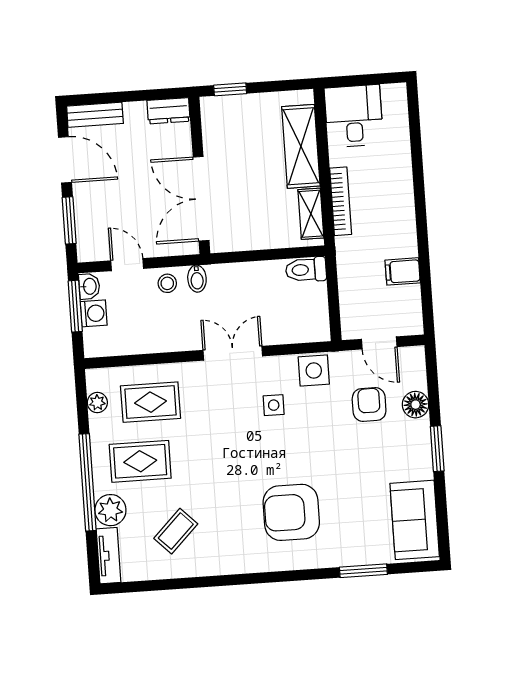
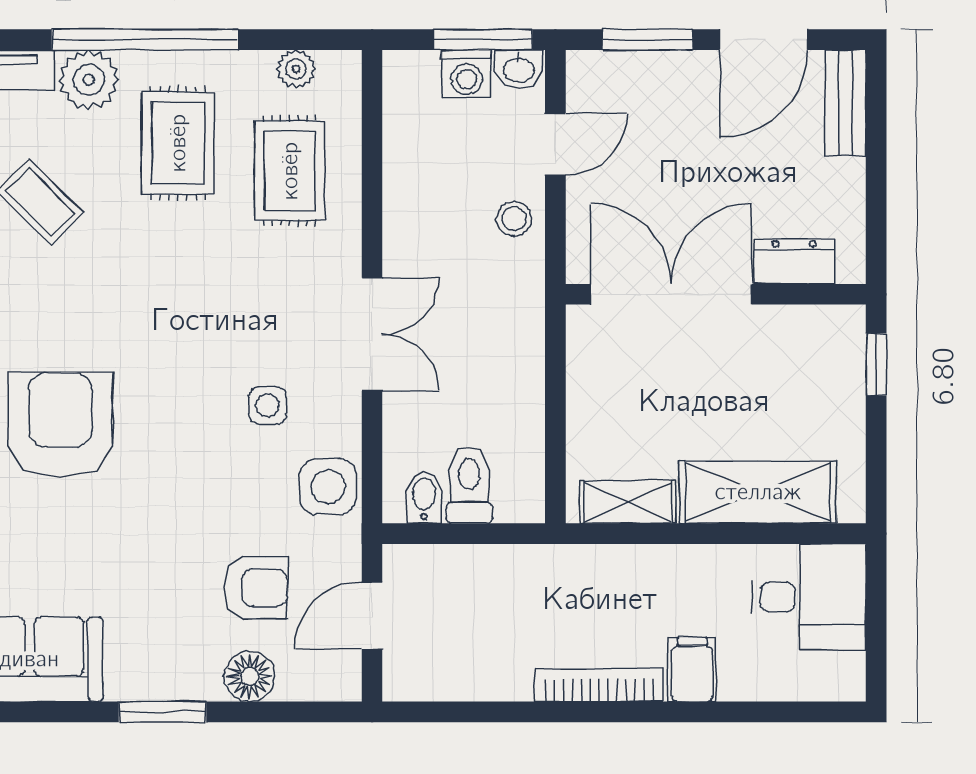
dresser: (169, 111) -> (794, 262), moved, turned 90
bookcase: (341, 201) -> (599, 685), moved, turned 180
toilet: (306, 270) -> (469, 485), moved
filing cabinet: (403, 271) -> (692, 670), moved
bidet: (197, 279) -> (424, 497), moved, turned 90

